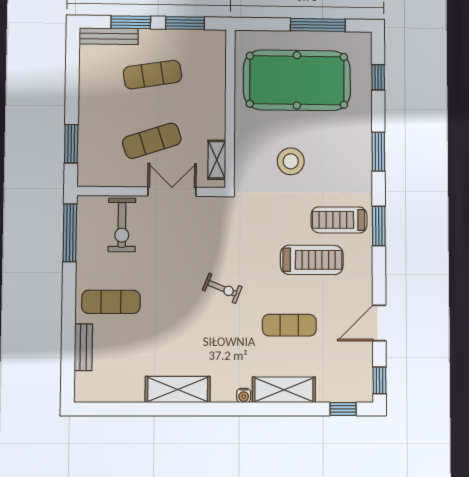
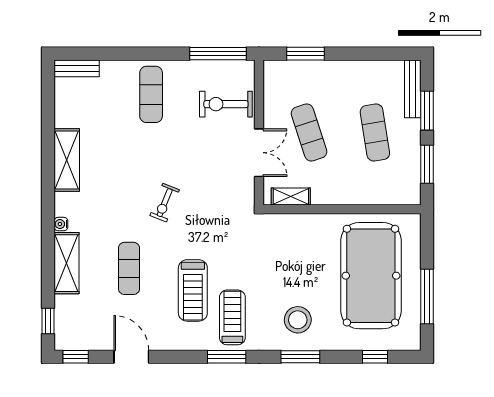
stool: (291, 161) -> (298, 320), moved
bench: (83, 347) -> (77, 68), moved

